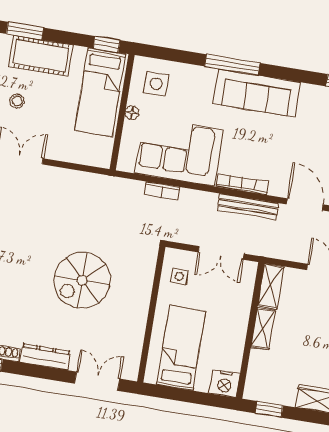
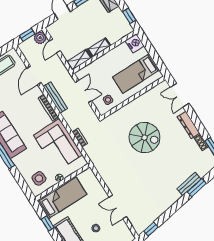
window: (107, 44) -> (48, 223), moved

